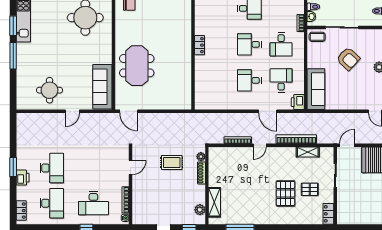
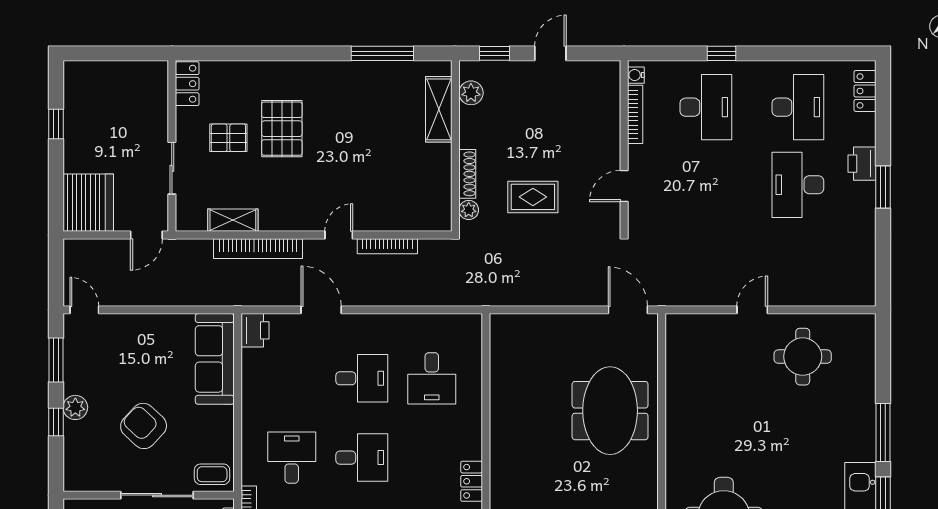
locker: (200, 45) -> (472, 481), moved
desk: (281, 80) -> (432, 378), moved
sofa: (102, 87) -> (686, 364), removed
desk: (52, 203) -> (798, 107), turned 180
desk: (93, 203) -> (706, 107), turned 90

